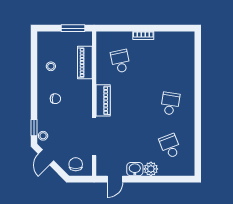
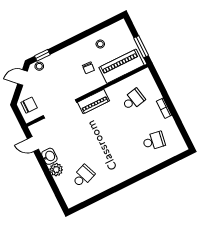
piano: (85, 63) -> (121, 66), width x1.37, depth x1.33
chair: (55, 99) -> (88, 68), moved
school desk: (170, 104) -> (154, 141), moved

